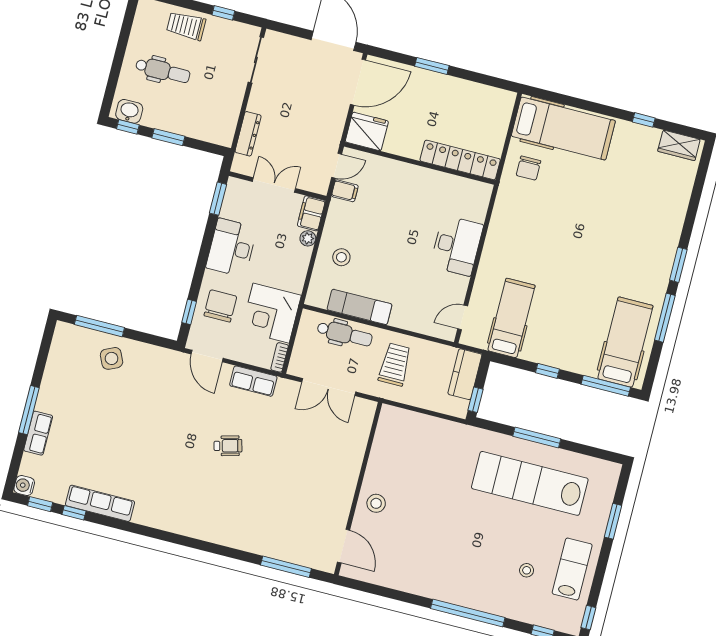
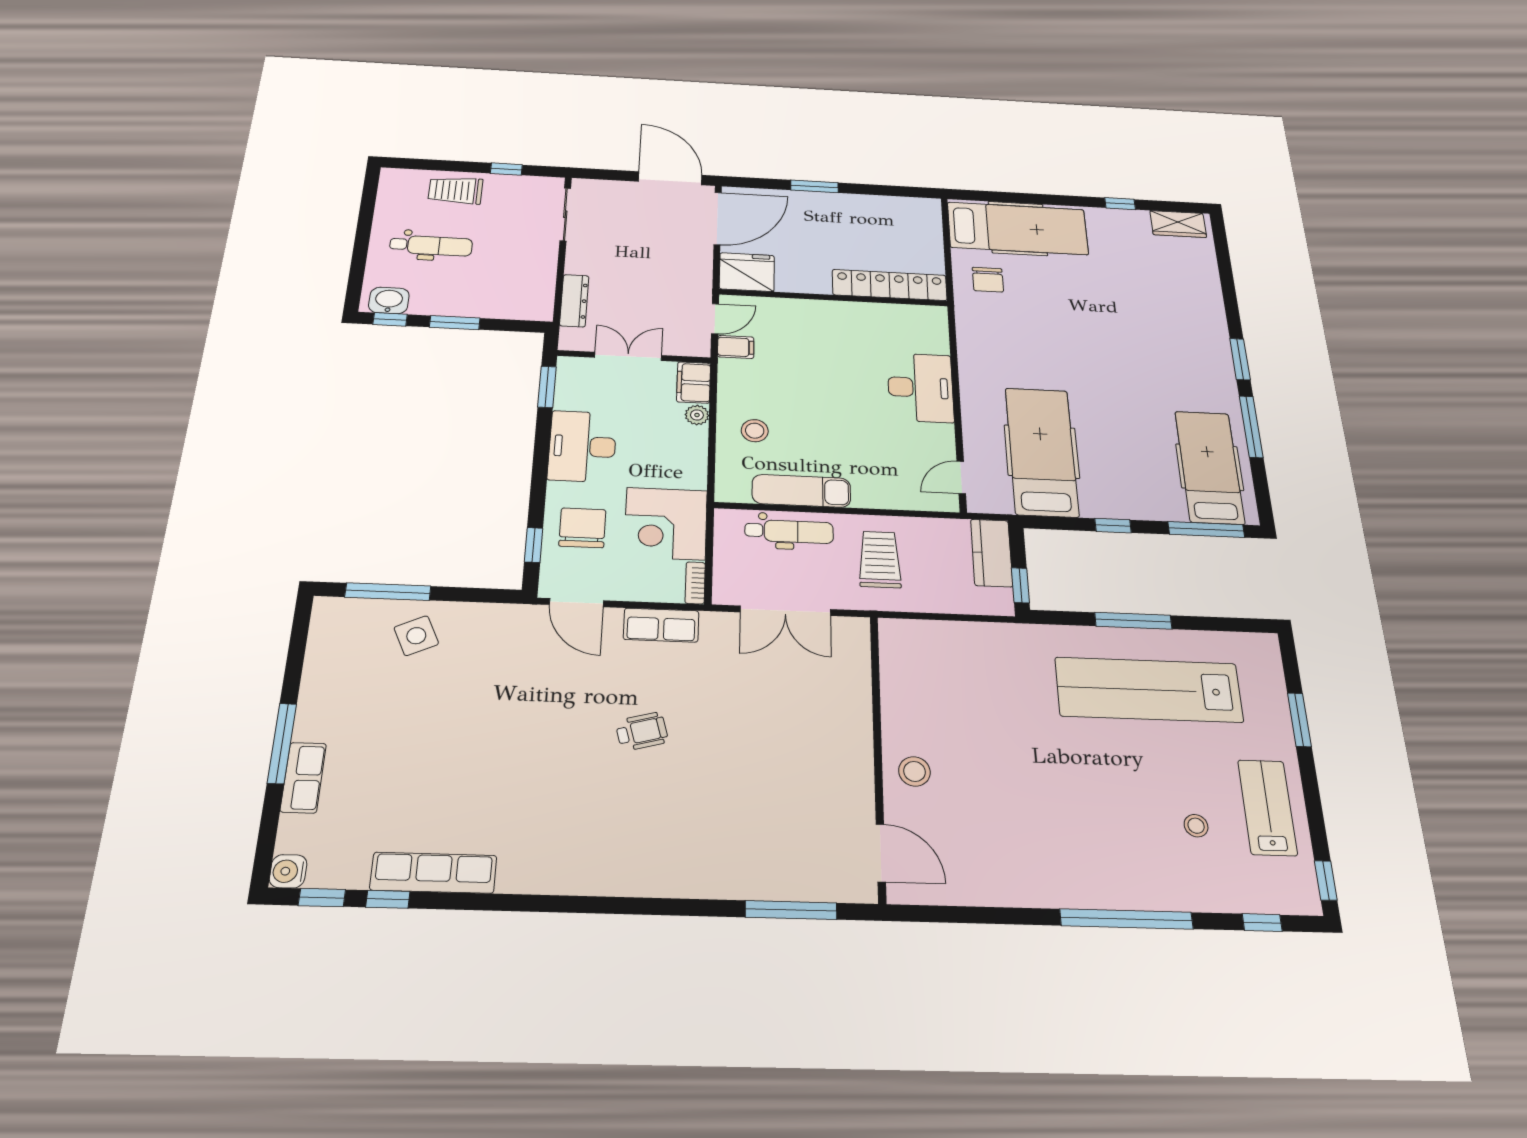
hospital bed: (511, 318) -> (1042, 452), width x1.37, depth x1.29

